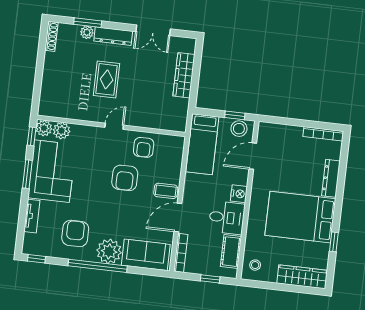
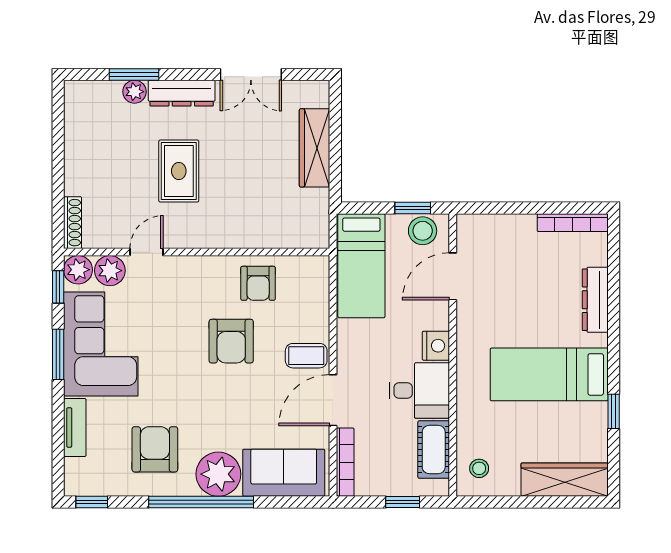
shoe rack: (51, 36) -> (73, 223), moved
door: (114, 126) -> (147, 252), moved
bed: (300, 217) -> (549, 374), width x0.67

